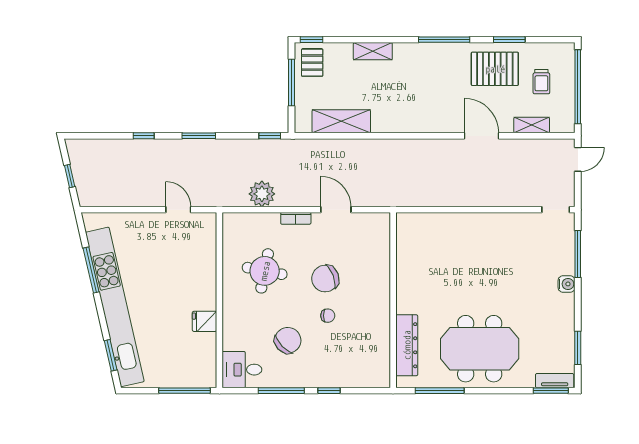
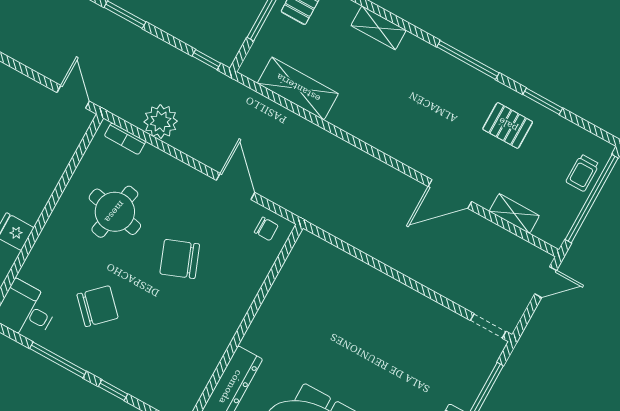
pallet: (495, 69) -> (508, 125), width x0.67, depth x0.71
trolley: (541, 82) -> (583, 173), moved
door: (482, 136) -> (450, 194), swing flipped
door: (178, 210) -> (73, 97), moved
bookcase: (296, 218) -> (125, 139), moved
chair: (328, 316) -> (266, 229), moved

